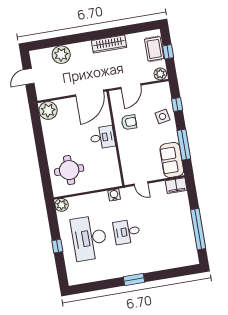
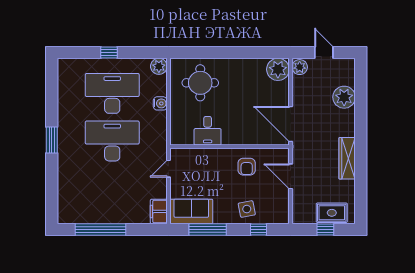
plant: (160, 74) -> (300, 67), moved
desk: (102, 137) -> (208, 131), moved
water cooler: (114, 195) -> (160, 103), moved
desk: (127, 232) -> (112, 141), width x1.87, depth x1.30

